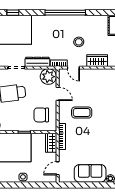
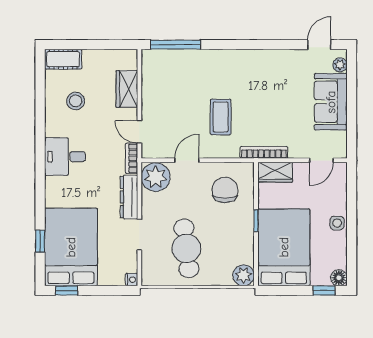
window: (65, 13) -> (40, 147), removed
desk: (60, 26) -> (65, 157), added
stool: (79, 42) -> (76, 101), moved
door: (73, 68) -> (139, 132), swing flipped
chair: (41, 115) -> (225, 190), turned 180
door: (58, 168) -> (321, 160), hinge flipped

